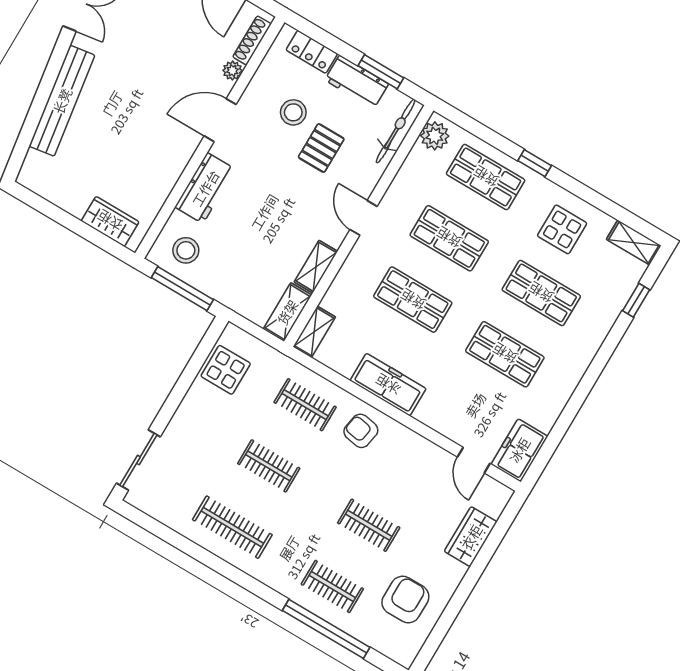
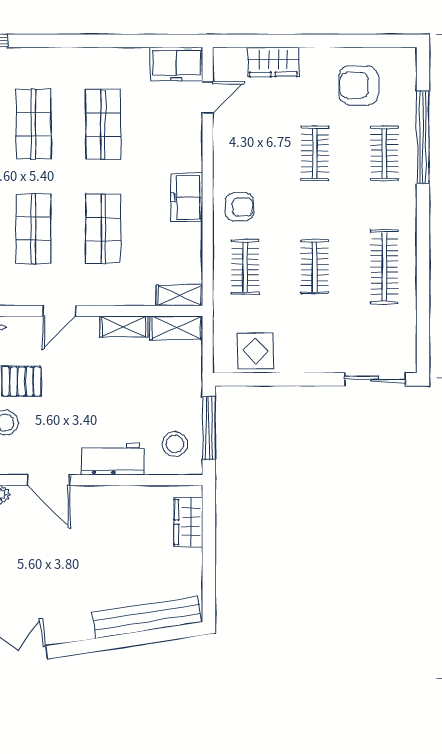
bench: (62, 101) -> (147, 617), moved
freezer: (388, 385) -> (187, 197), width x0.71
armchair: (361, 431) -> (239, 207), turned -100

